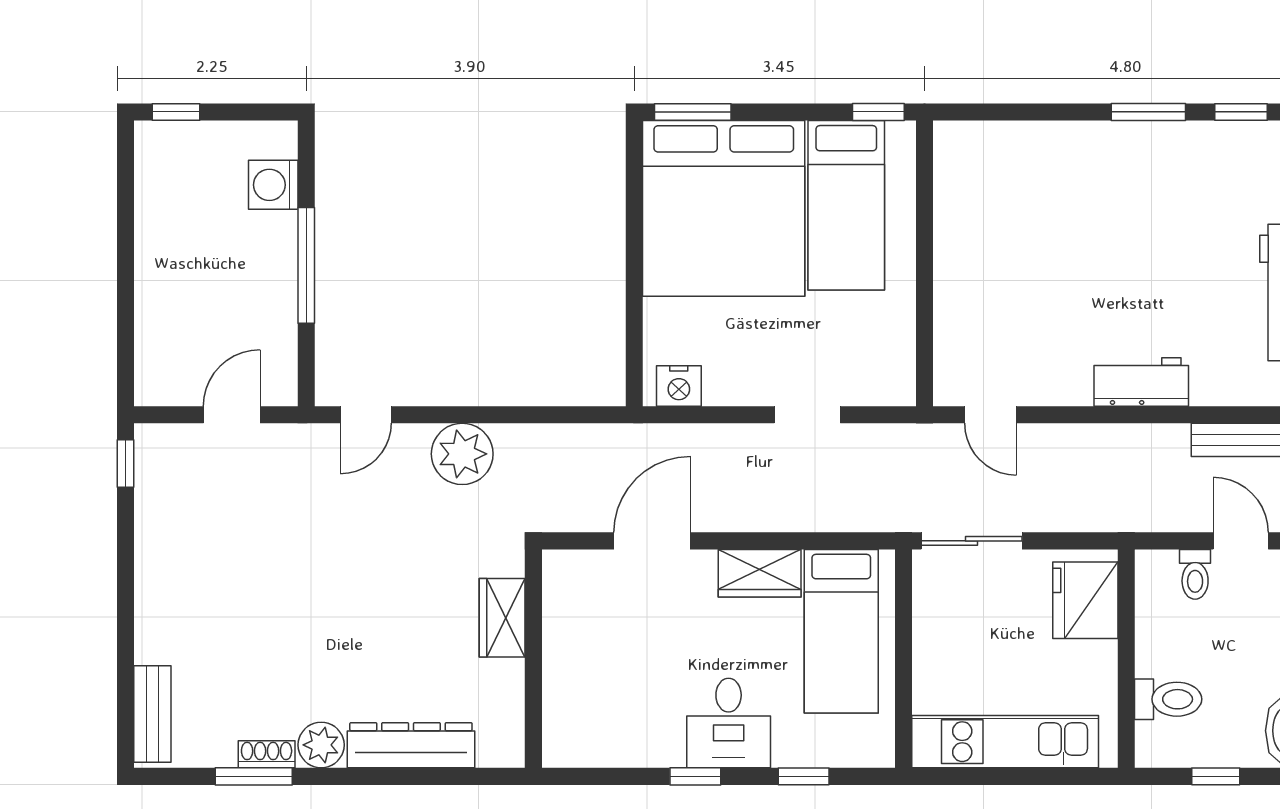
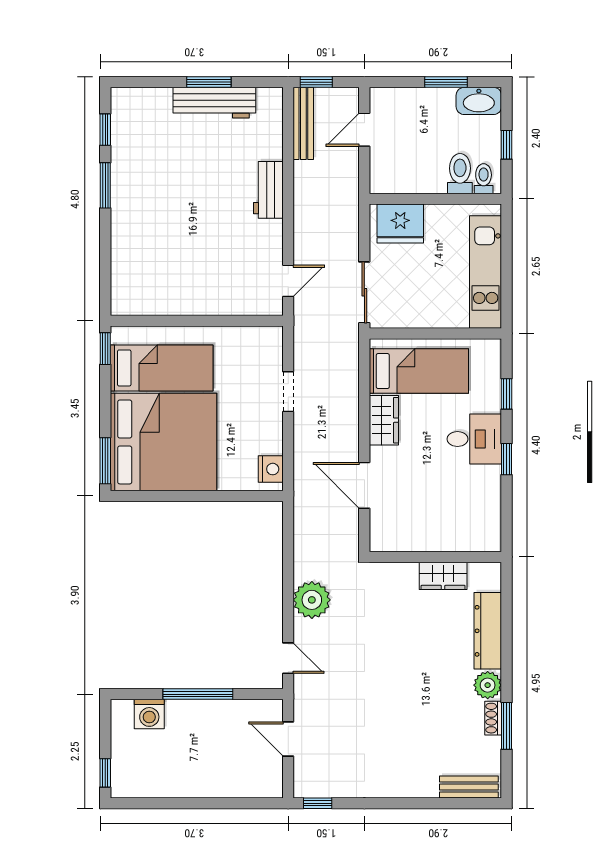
toilet: (1195, 574) -> (484, 179), moved, turned -90
wardrobe: (502, 618) -> (443, 576), moved

